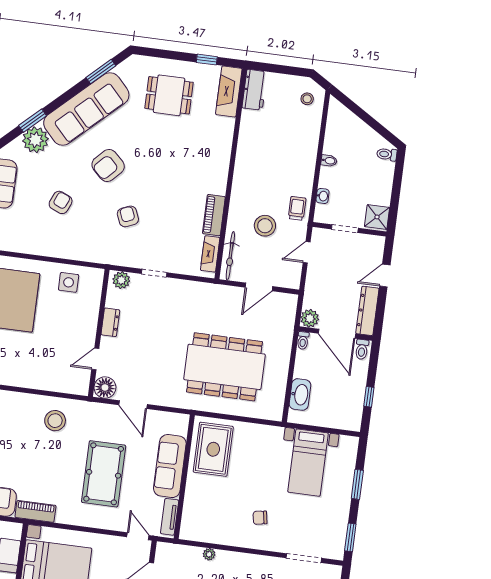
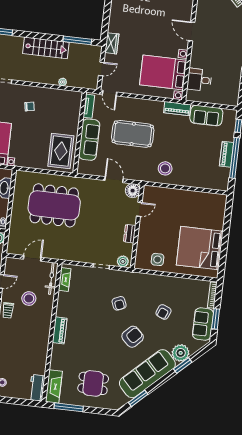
window: (207, 60) -> (69, 407), width x2.17
piano: (214, 215) -> (60, 330), moved
pool table: (104, 474) -> (133, 134), turned 90

